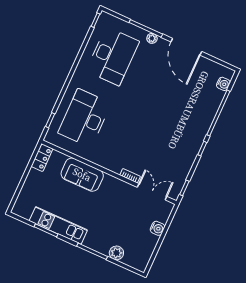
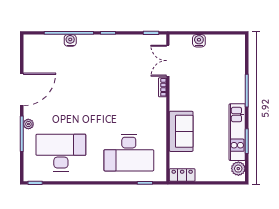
water cooler: (223, 84) -> (70, 40), moved
plant: (116, 253) -> (238, 169), moved

